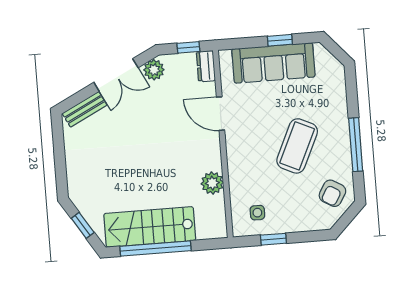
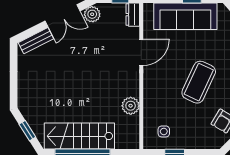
door: (221, 114) -> (141, 52), swing flipped

